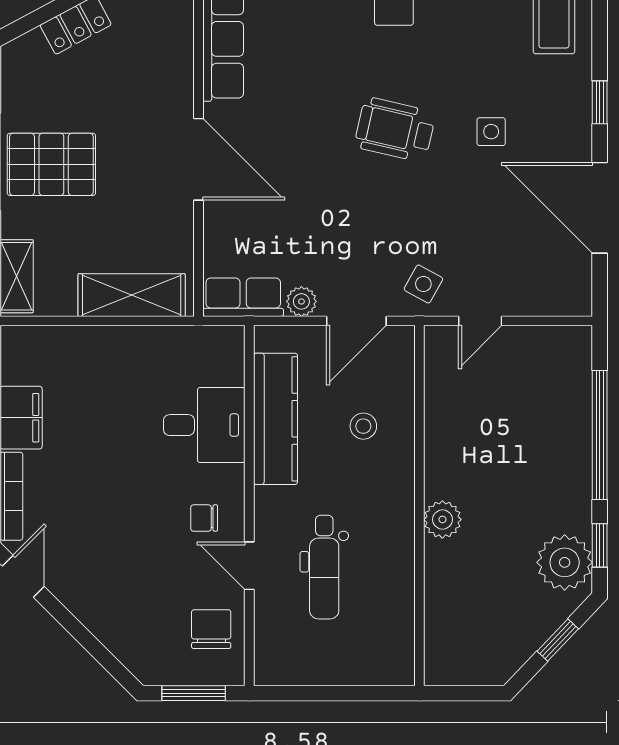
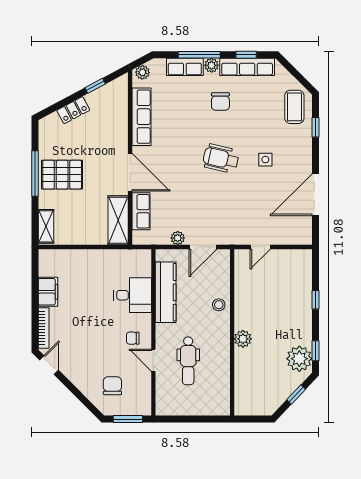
window: (600, 102) -> (316, 127), moved
door: (600, 208) -> (316, 195), hinge flipped
side table: (423, 284) -> (234, 230), removed
shelving: (132, 295) -> (118, 220), moved, turned 90
row of seats: (243, 297) -> (141, 211), moved, turned 90
stool: (363, 426) -> (219, 305), moved
window: (600, 435) -> (316, 300), width x0.32
chair: (211, 629) -> (112, 386), moved

